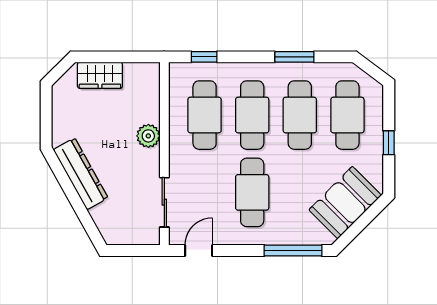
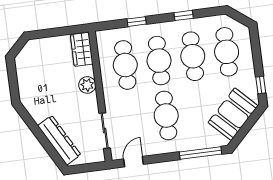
window: (204, 57) -> (137, 22), moved
window: (294, 57) -> (184, 15), width x0.67
wardrobe: (100, 75) -> (82, 49), moved, turned 90
window: (389, 143) -> (261, 85), moved
dresser: (81, 174) -> (59, 140), moved

